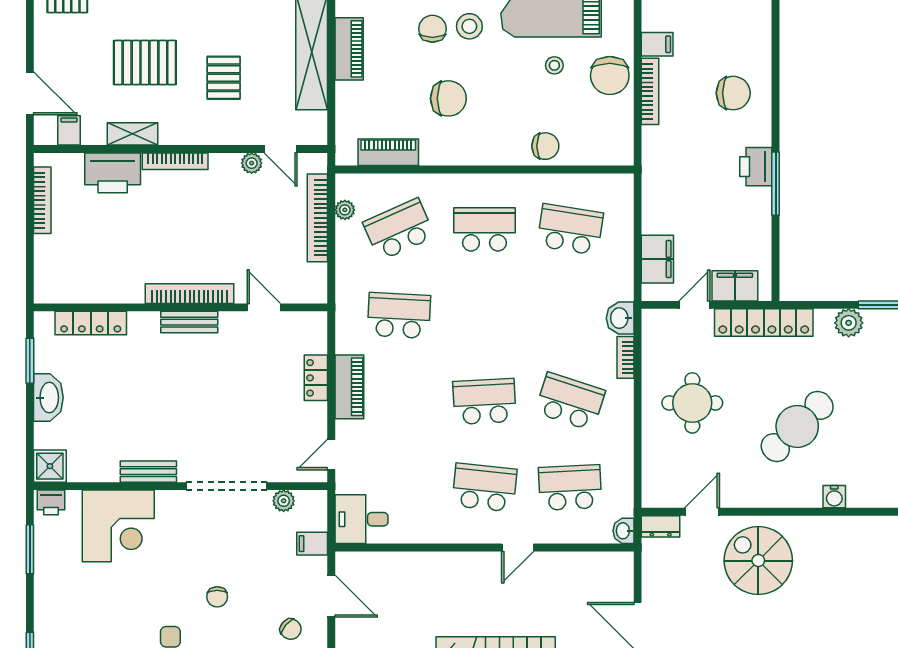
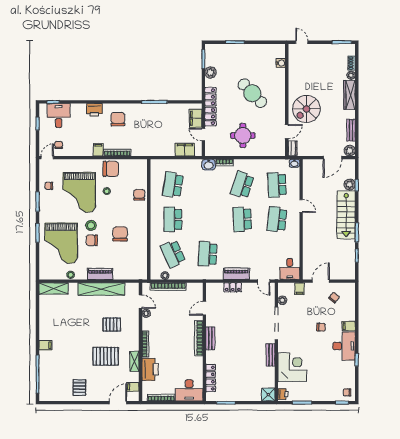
pallet: (145, 63) -> (106, 356), turned 90
door: (281, 149) -> (140, 302), hinge flipped
piano: (388, 152) -> (142, 258), removed
printer: (756, 167) -> (94, 110), moved
desk: (60, 270) -> (189, 390), added
washbasin: (48, 398) -> (241, 395), removed
water cooler: (834, 497) -> (281, 63), moved
door: (702, 512) -> (287, 132), swing flipped

